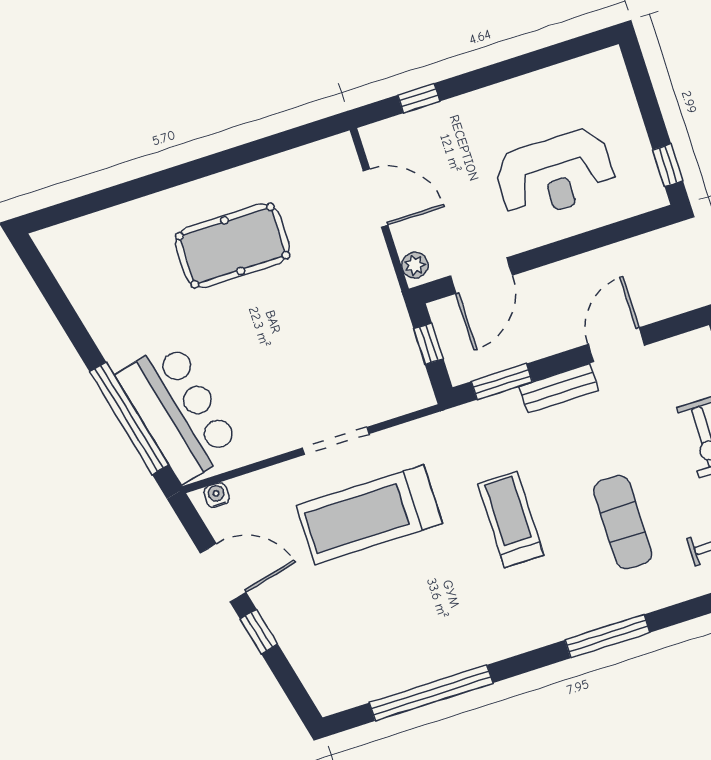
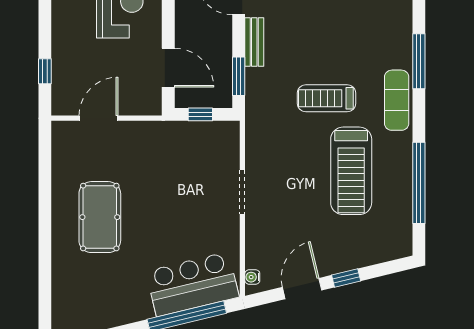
plant: (415, 265) -> (149, 107), removed
treadmill: (369, 515) -> (351, 171), moved
exercise mat: (623, 522) -> (397, 100), moved, turned 90

